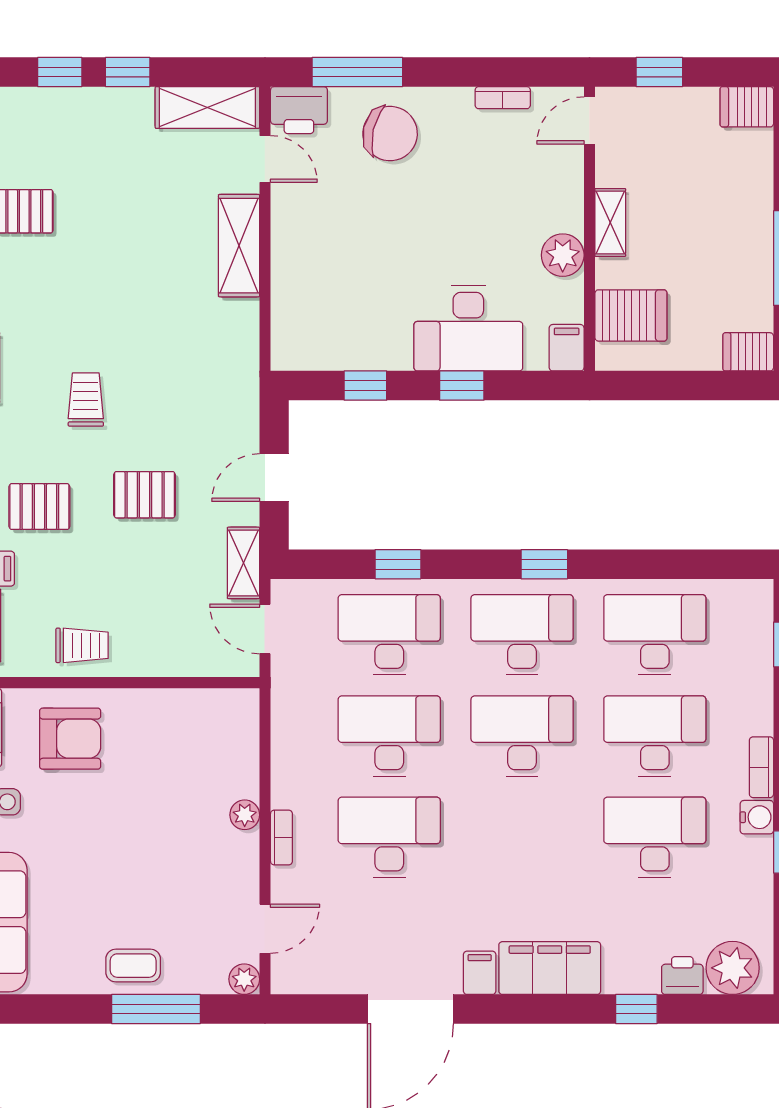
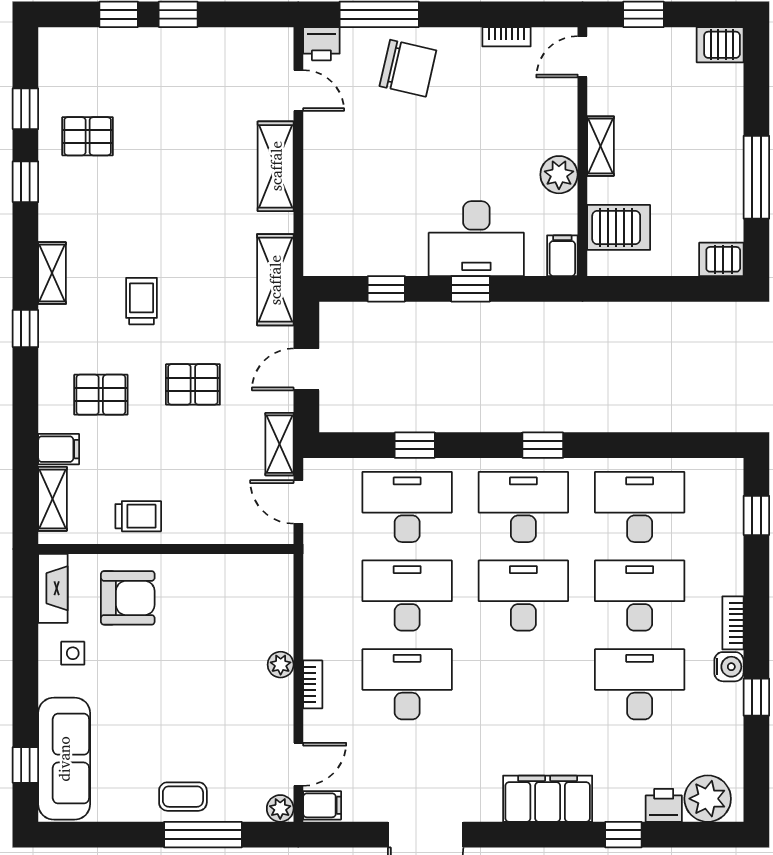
shelving: (207, 107) -> (275, 280), moved, turned 90
printer: (299, 110) -> (321, 44), width x0.73, depth x0.81
filing cabinet: (480, 973) -> (322, 805), moved, turned 90

